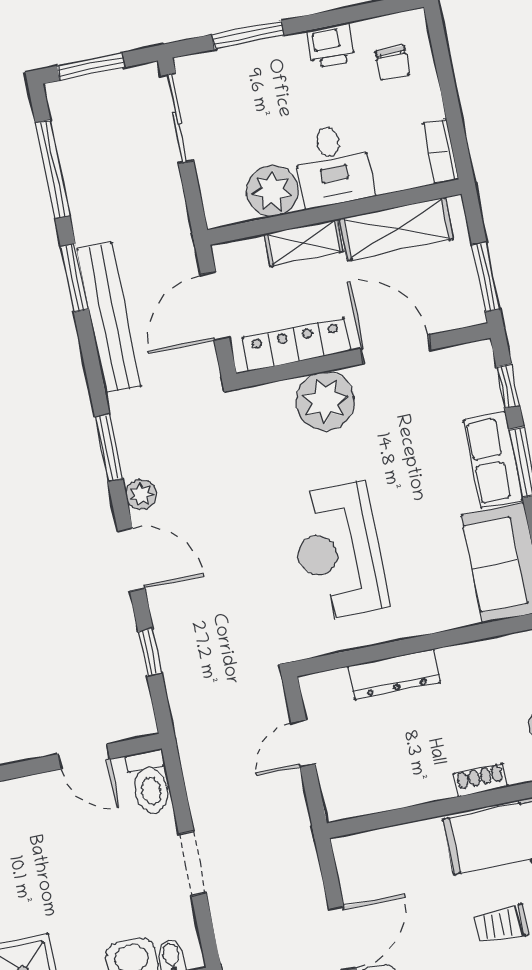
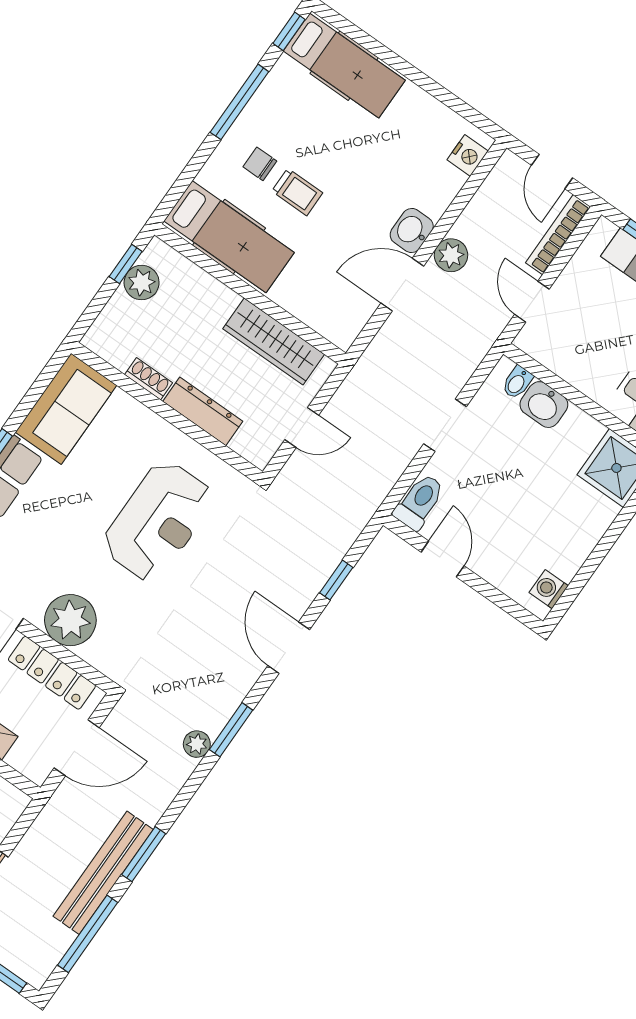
bench: (109, 318) -> (103, 873), moved
plant: (141, 495) -> (197, 744), moved
shoe rack: (480, 780) -> (149, 379), moved, turned 180
wardrobe: (396, 788) -> (274, 341), added

